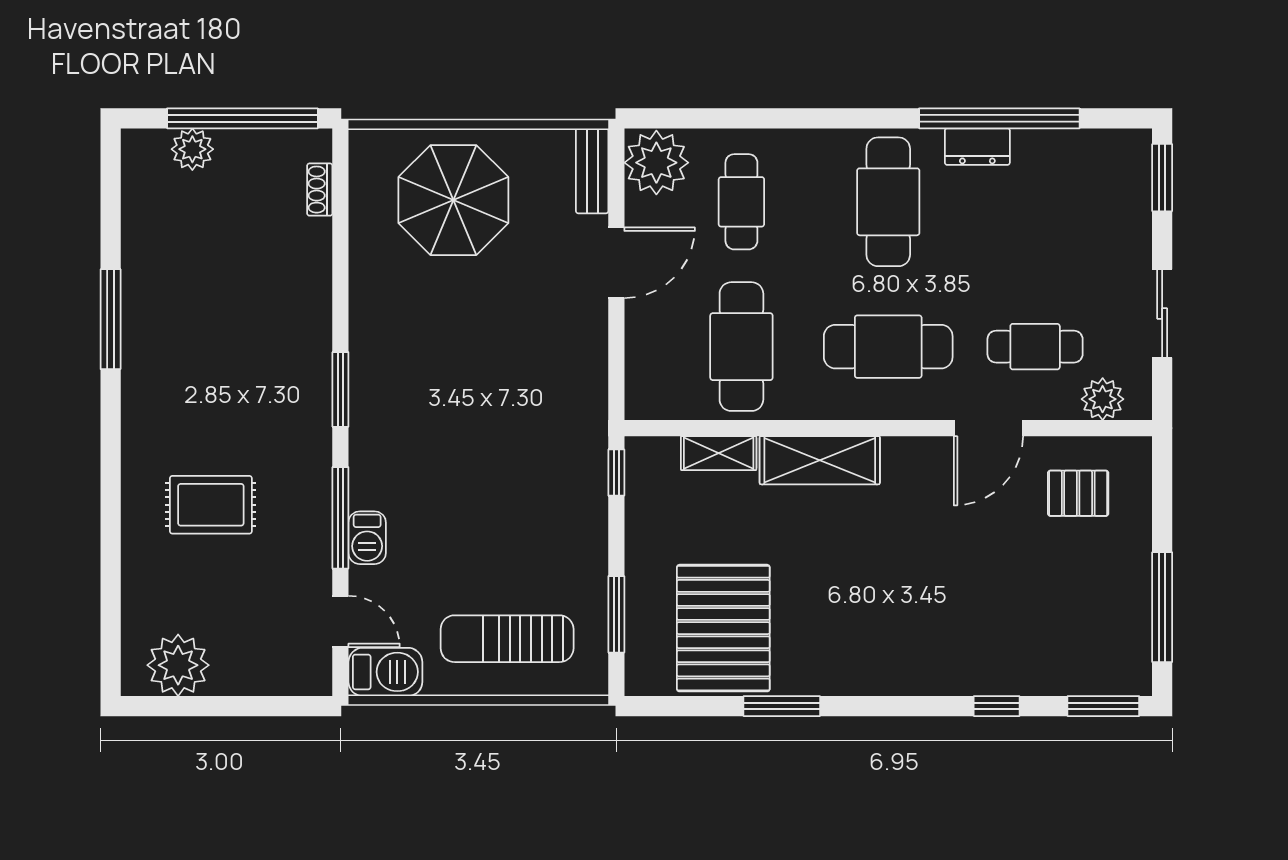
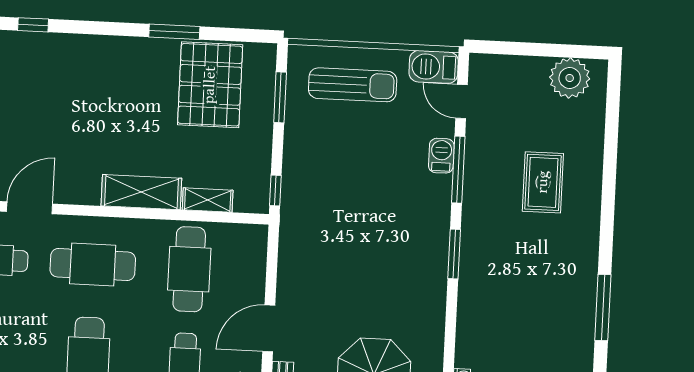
rug: (211, 505) -> (543, 182), turned 90

